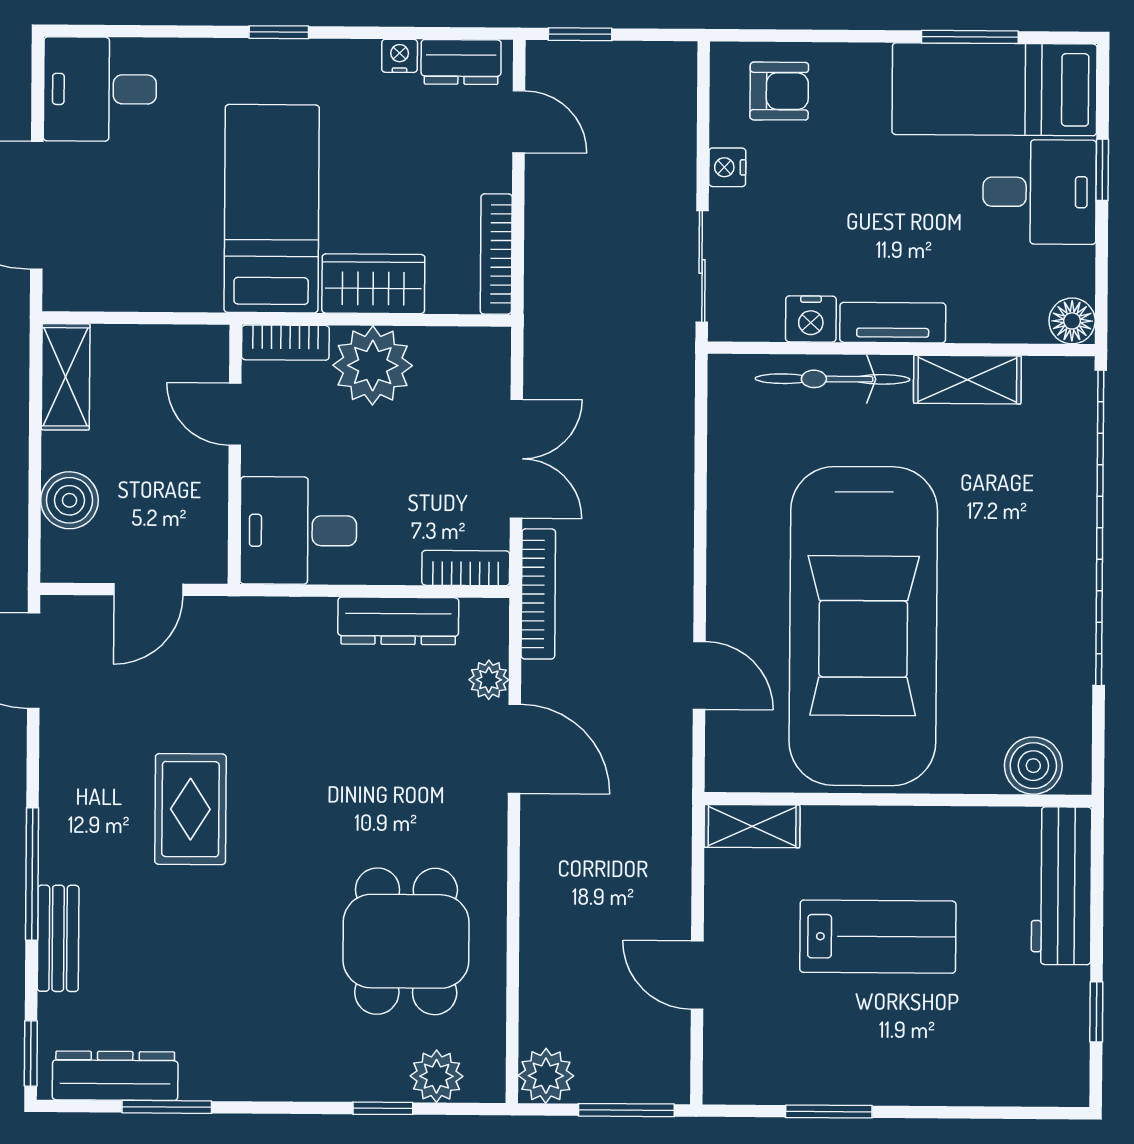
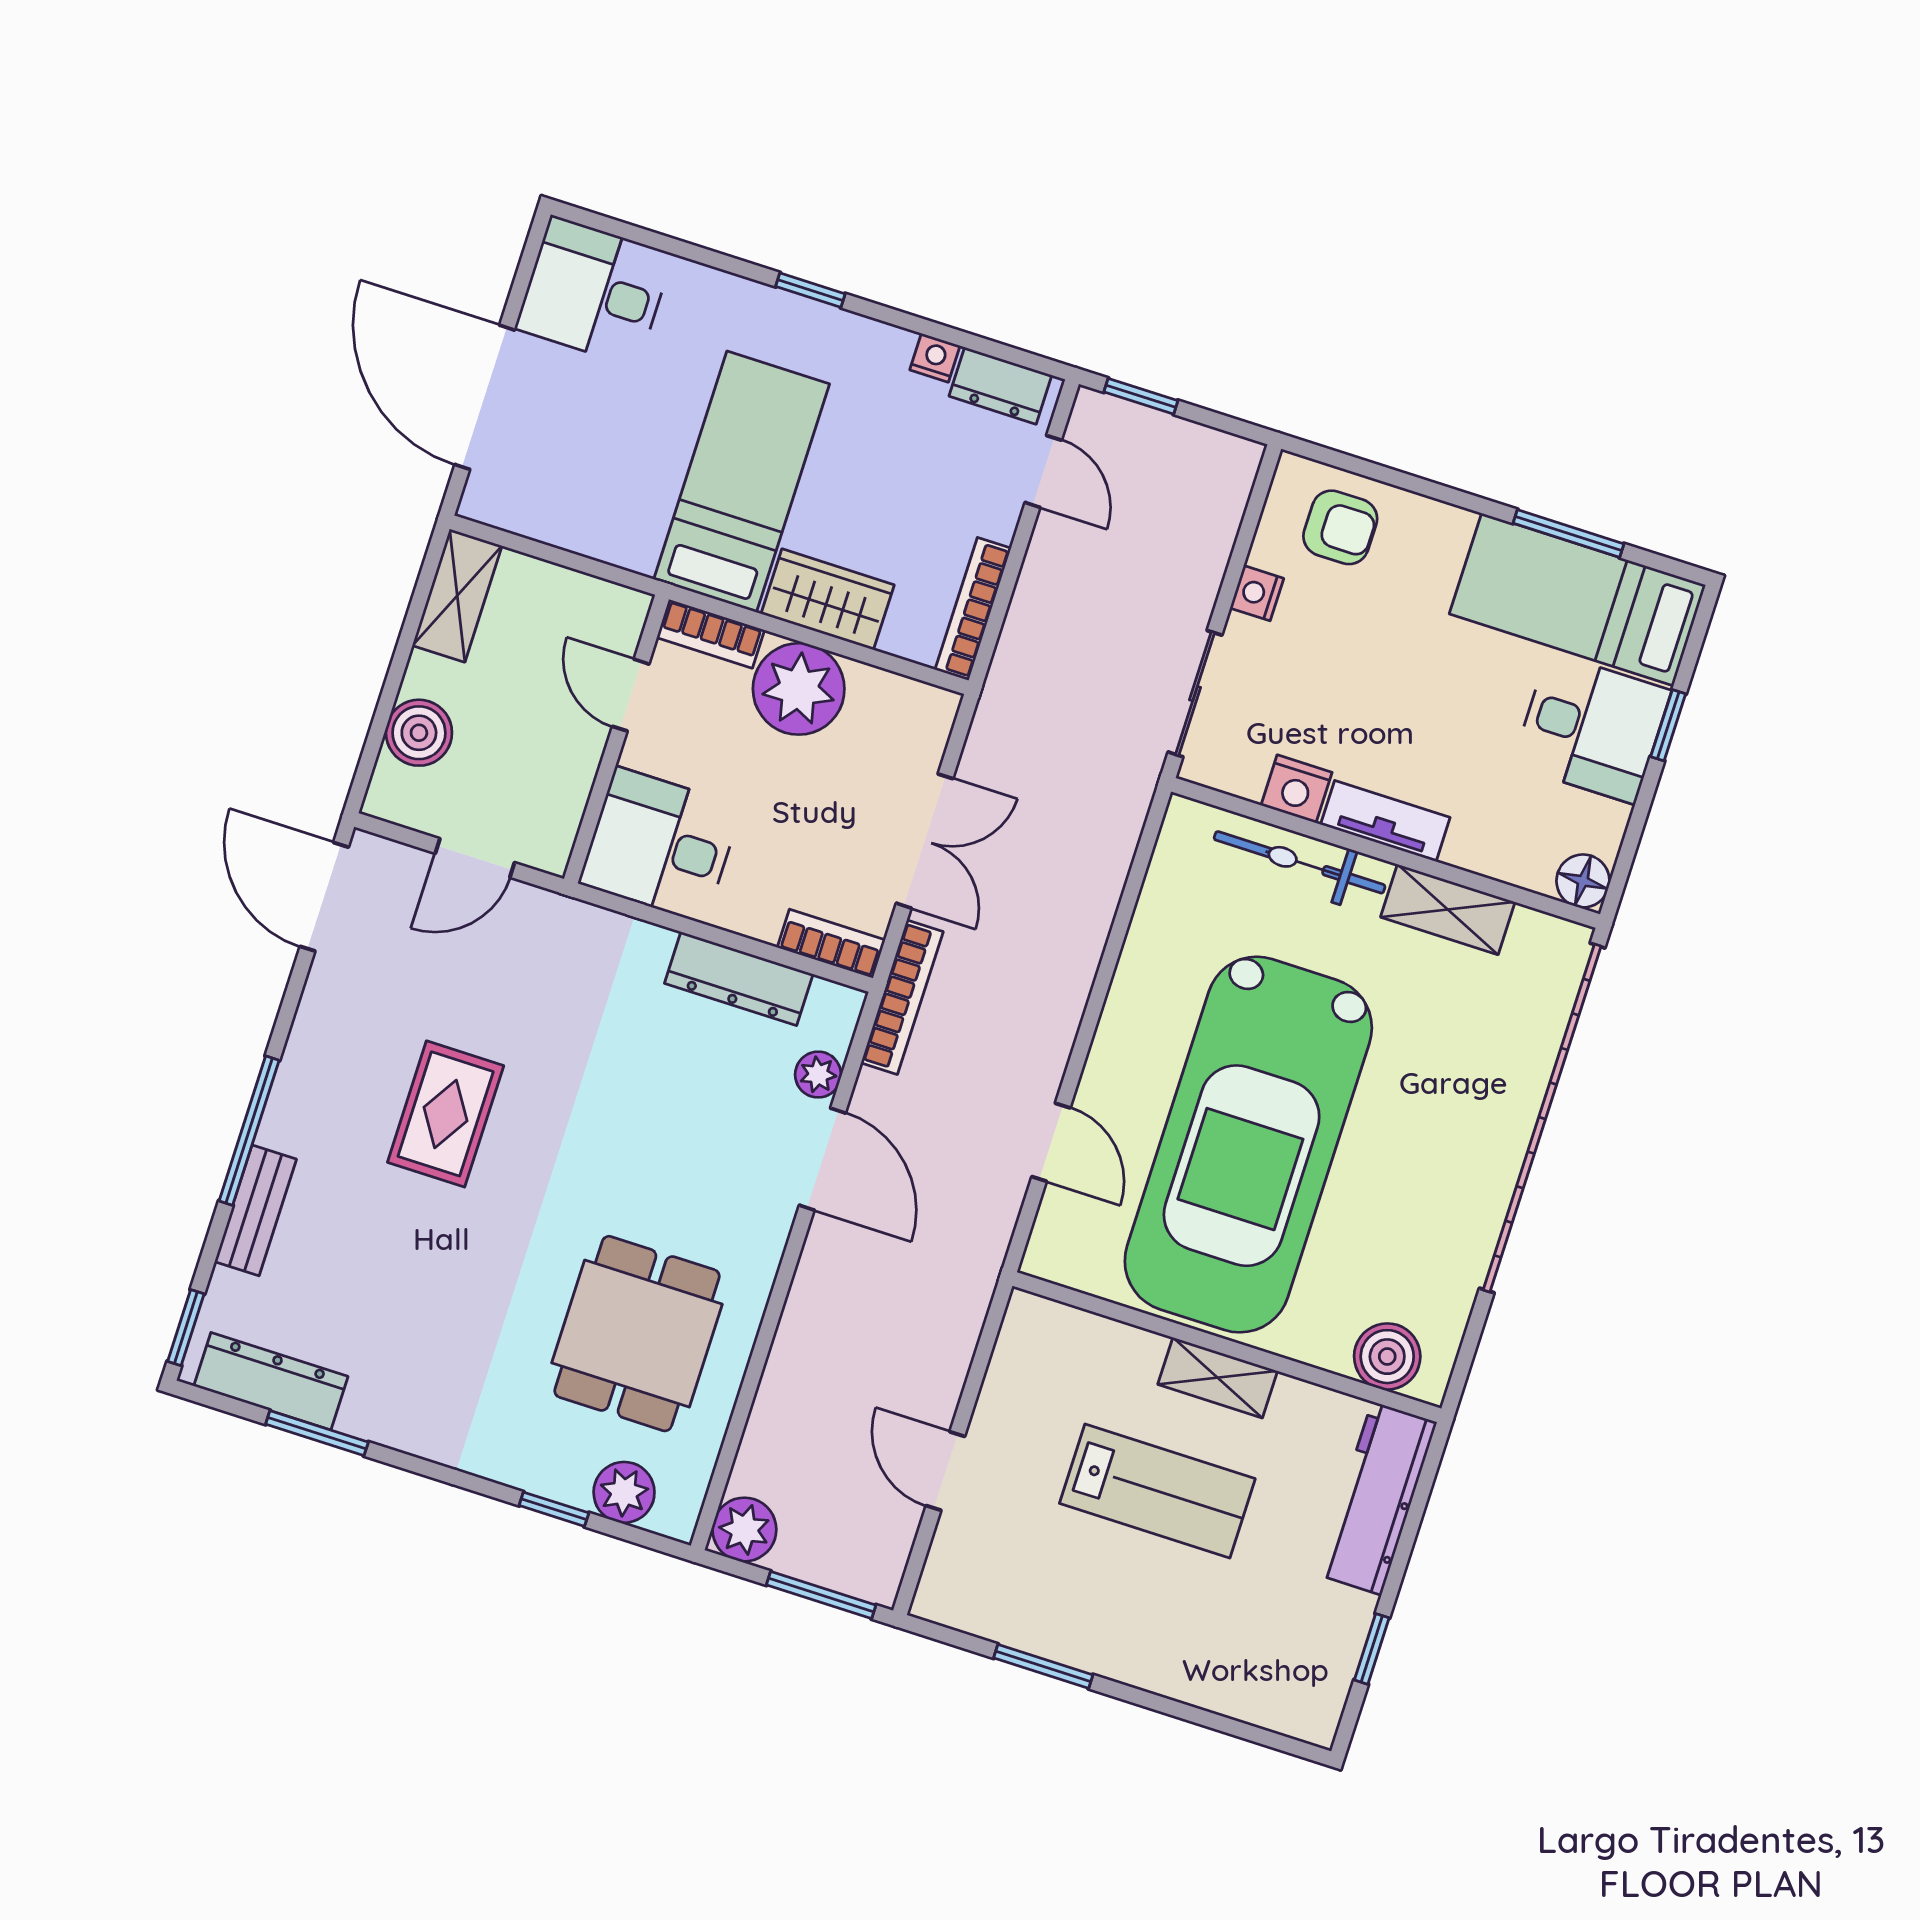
shelving: (752, 826) -> (1218, 1378), moved

